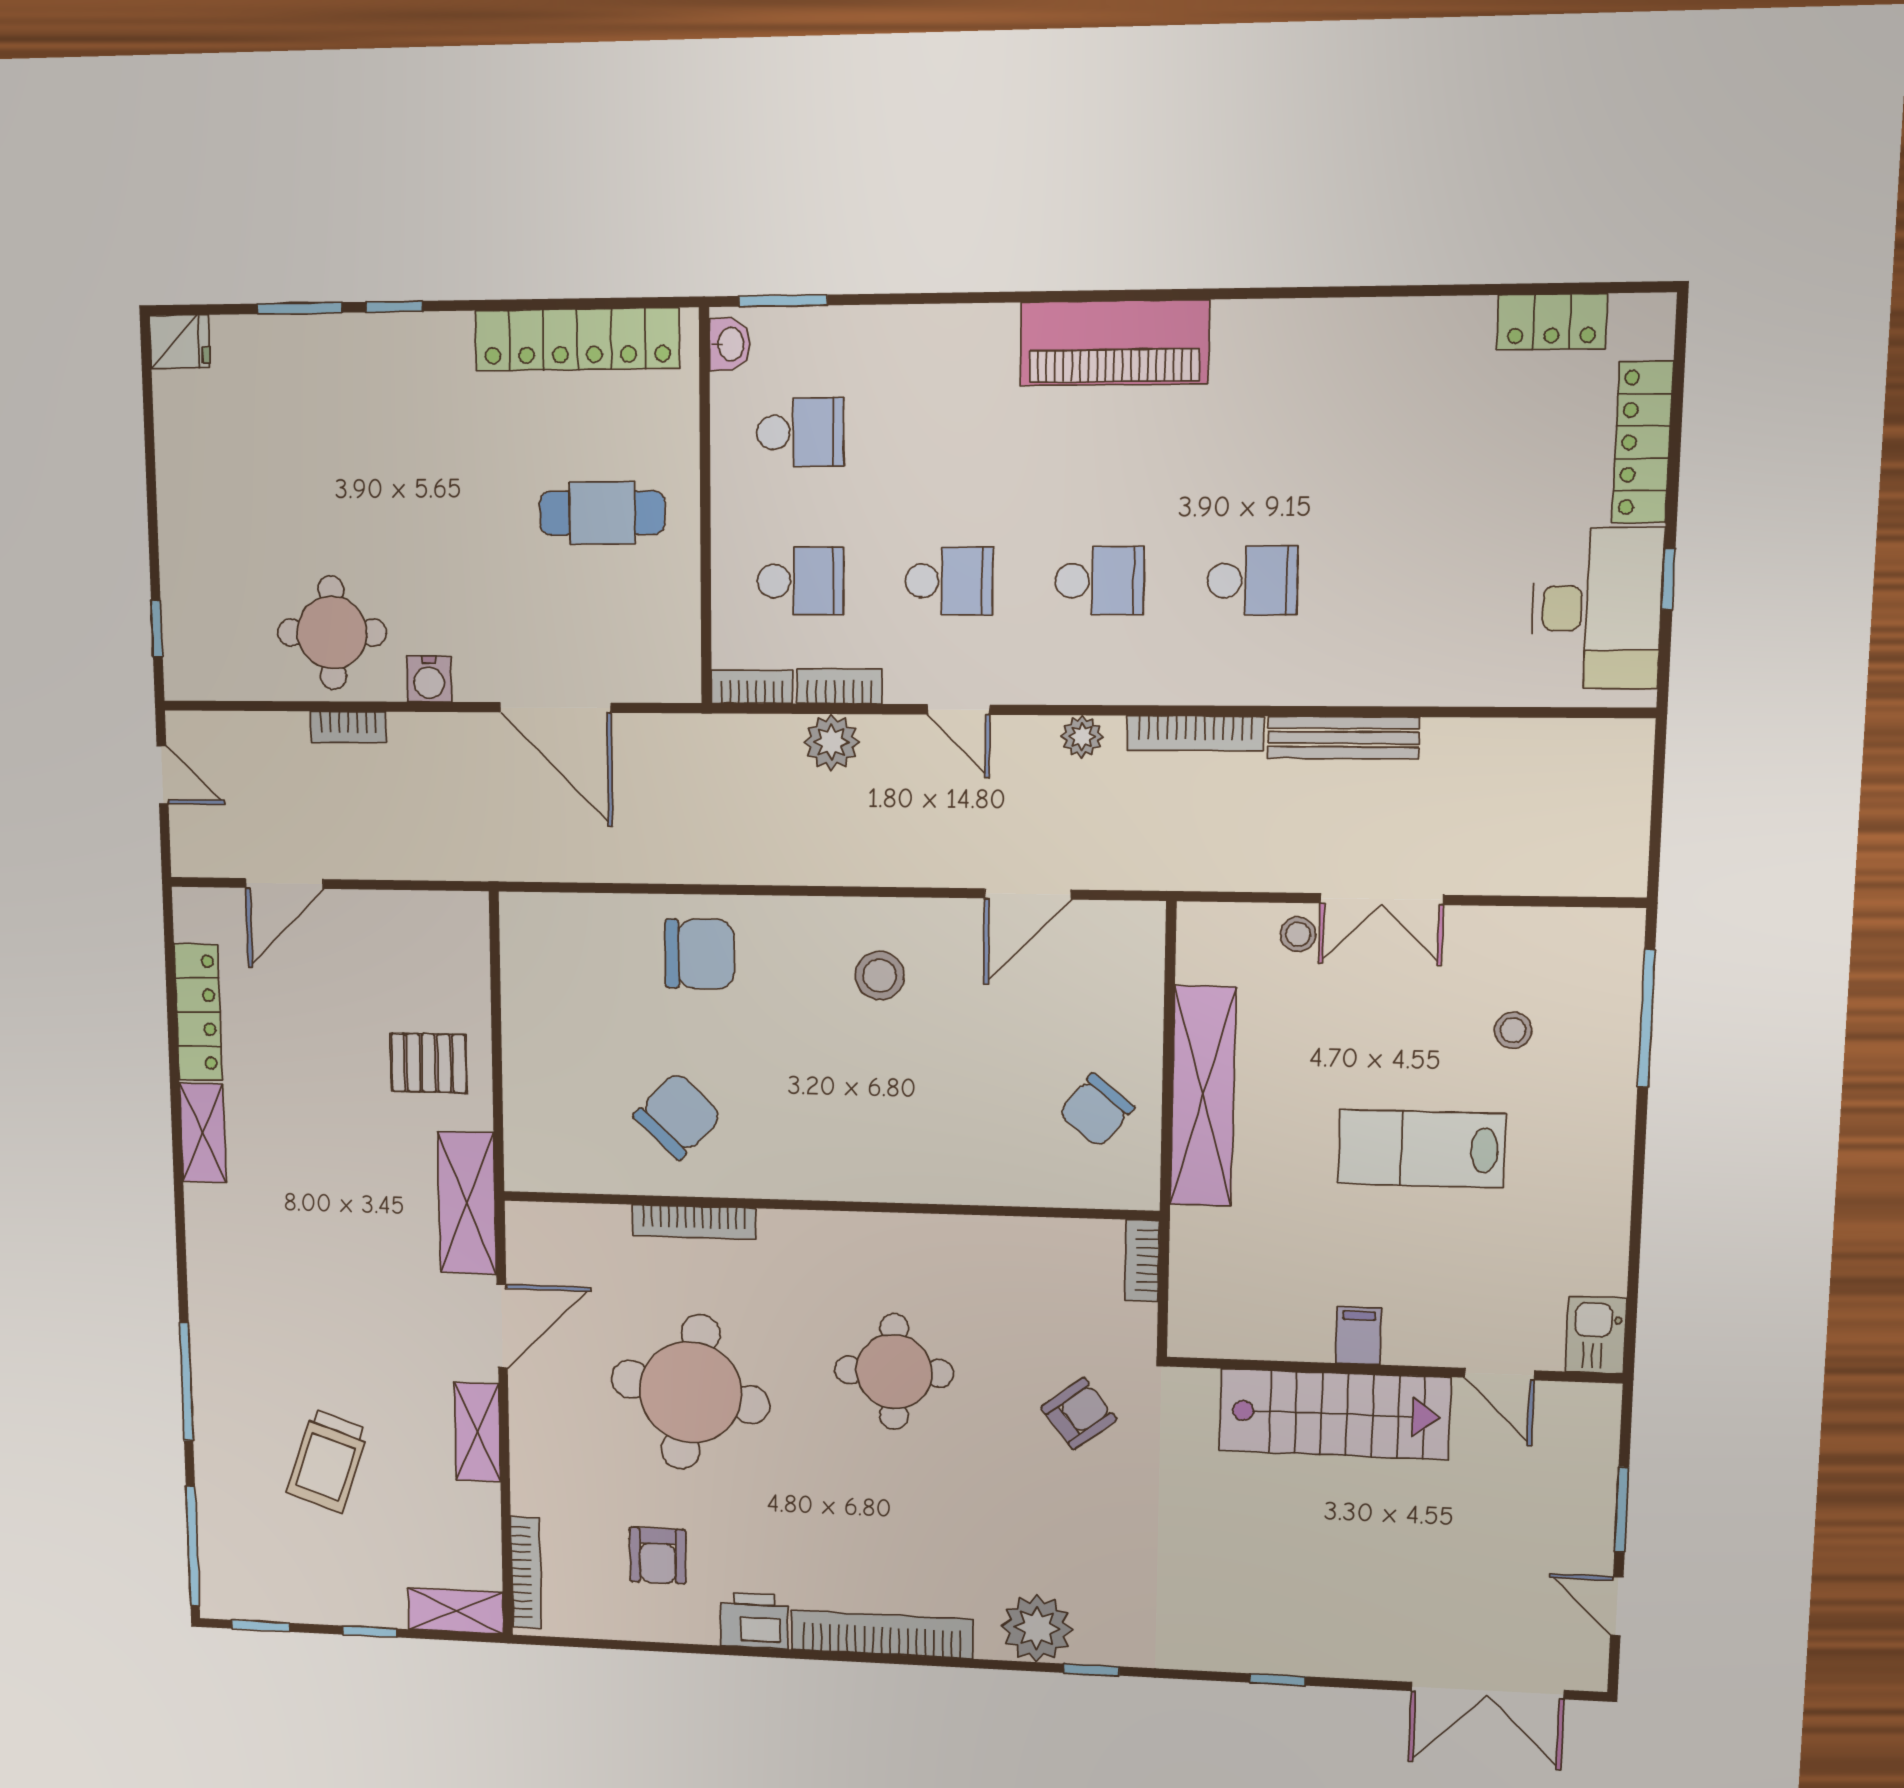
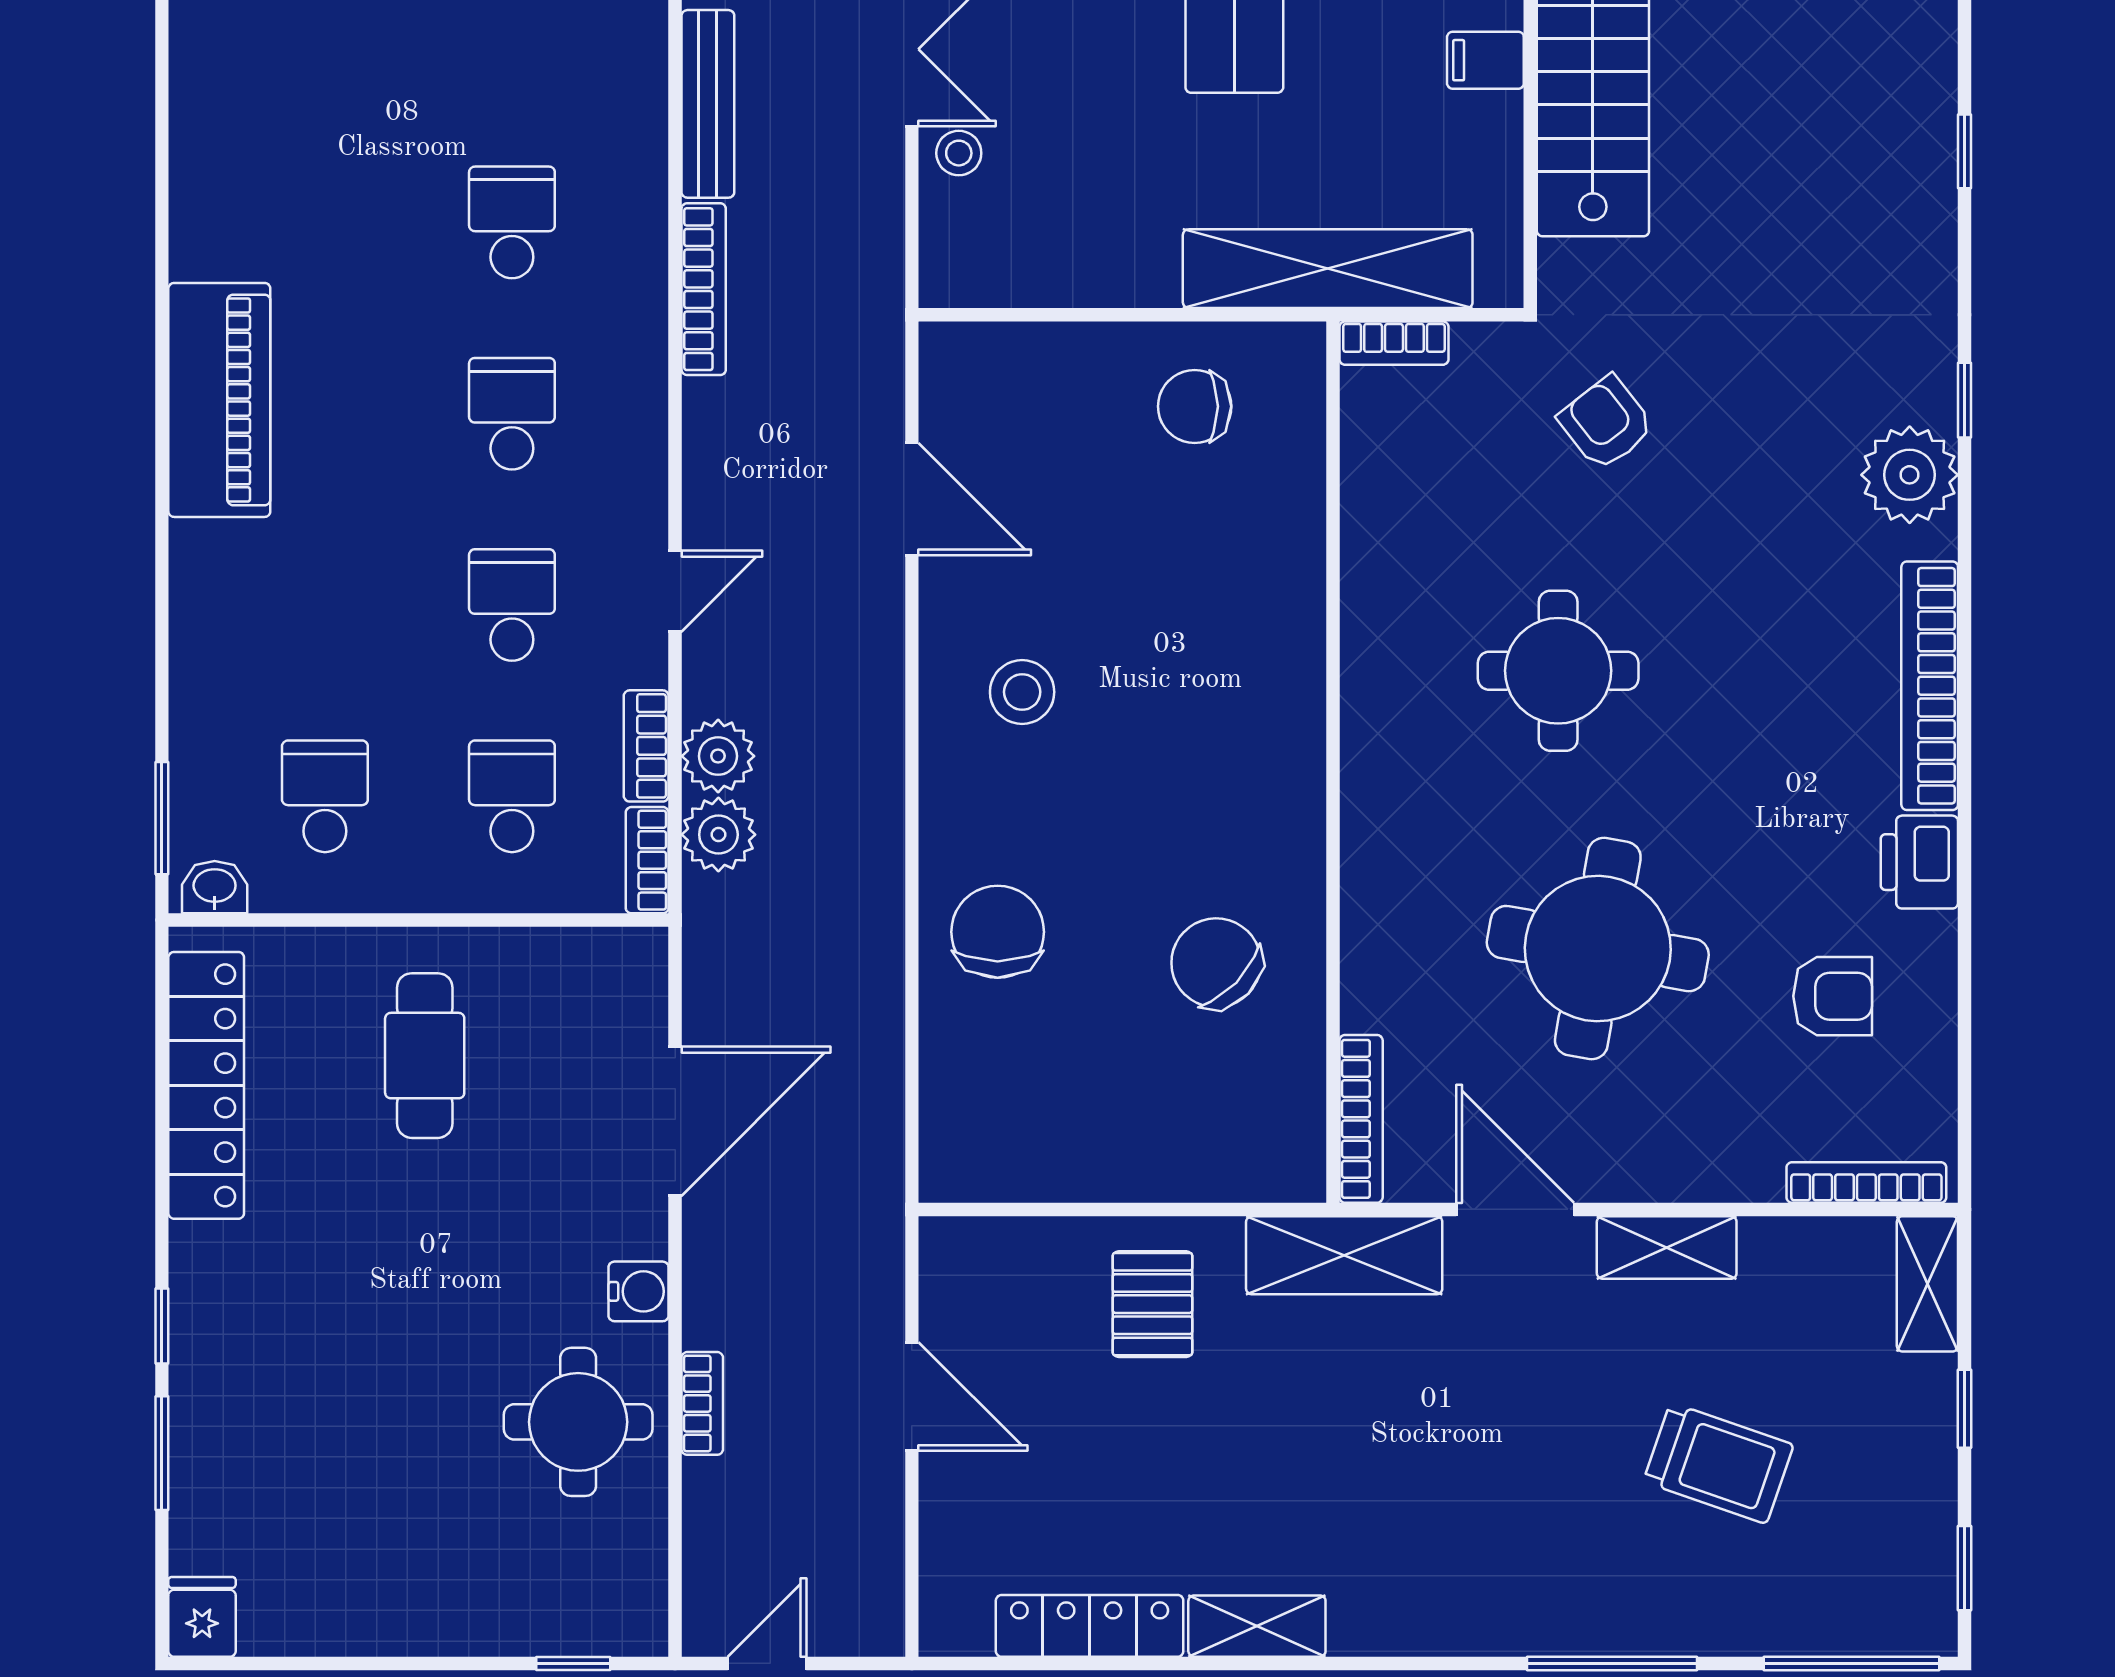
plant: (1082, 736) -> (718, 835), moved, width x1.38, depth x1.38
door: (284, 883) -> (912, 1397), moved
shelving: (1203, 1096) -> (1328, 269), moved
chair: (1096, 1110) -> (1195, 406), turned 141
bookcase: (694, 1222) -> (1361, 1119), moved

